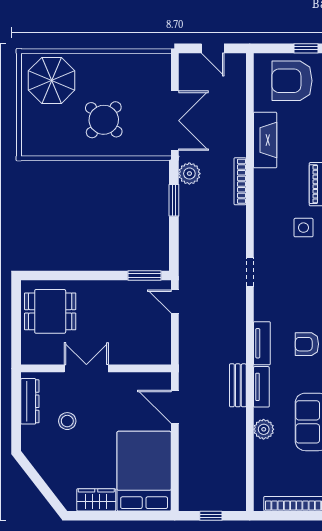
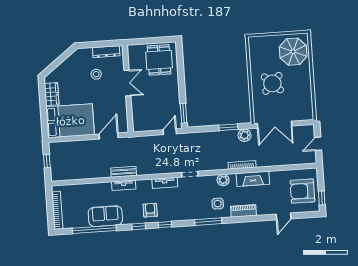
armchair: (292, 81) -> (302, 191), turned -90
fireplace: (265, 140) -> (253, 179), moved
tv unit: (262, 343) -> (165, 183), moved
plant: (264, 429) -> (223, 180), moved

